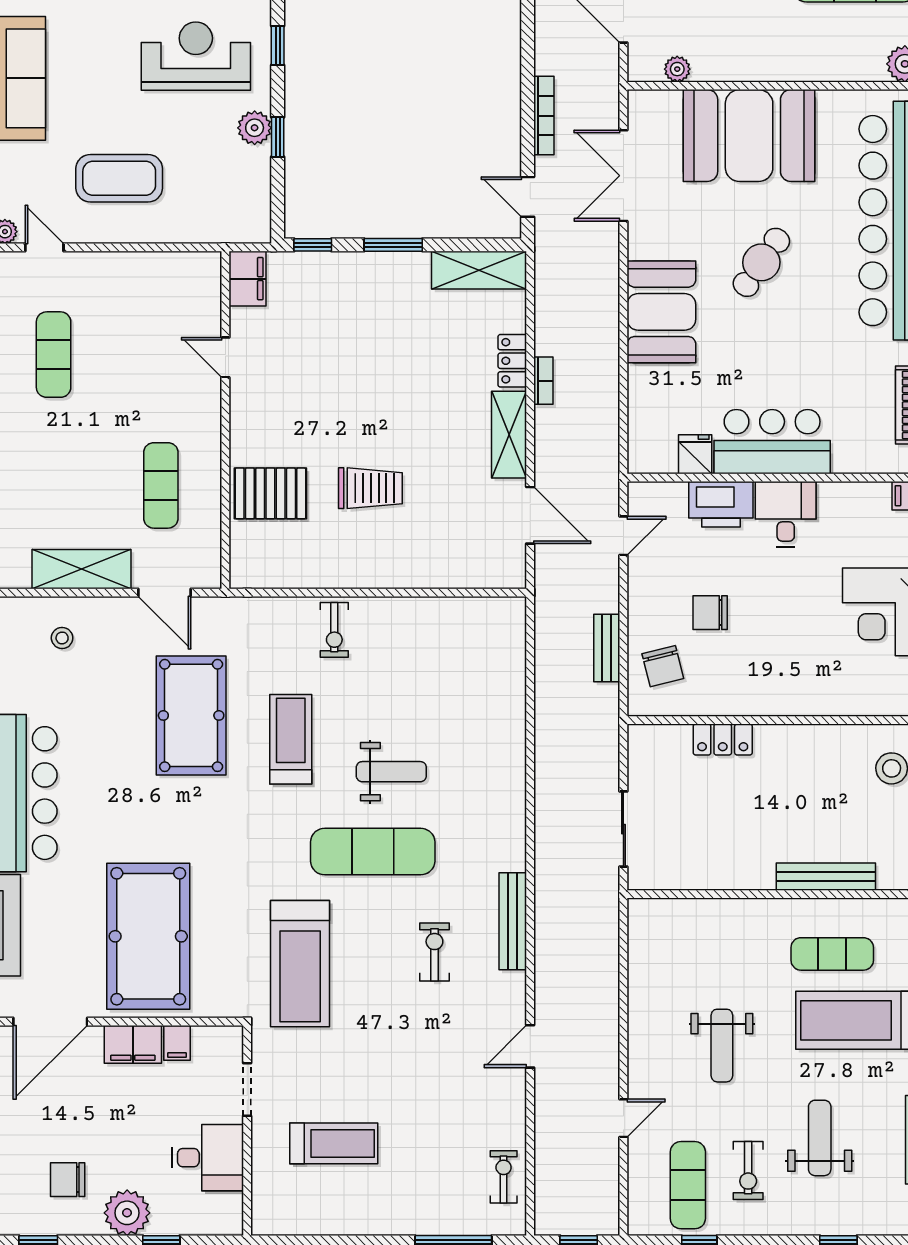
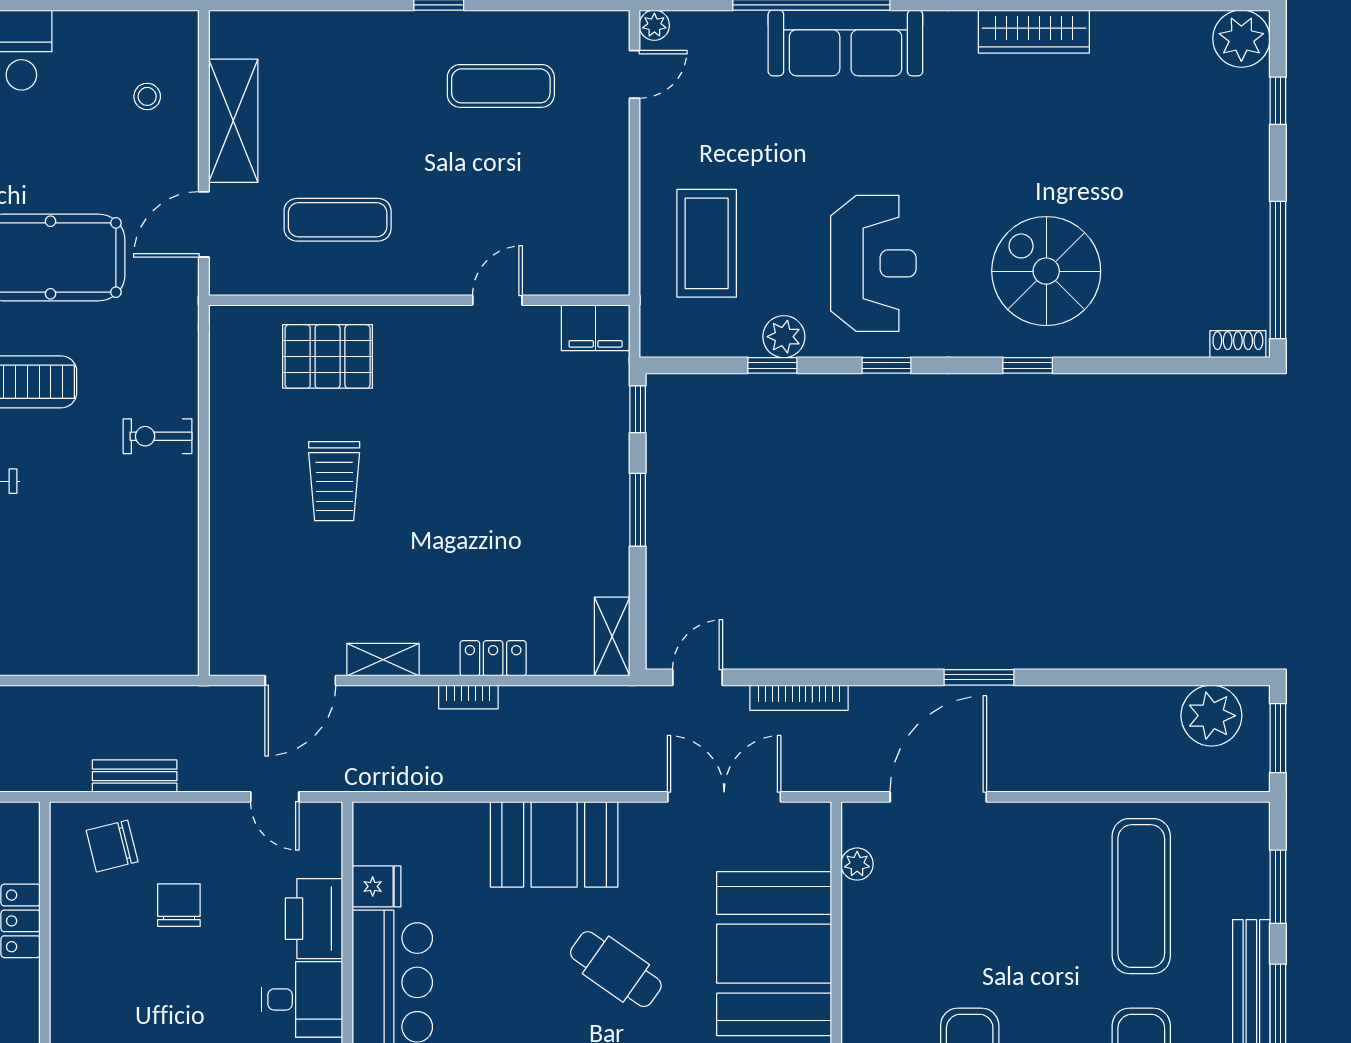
coffee table: (119, 178) -> (707, 243), moved
shelving: (479, 270) -> (612, 636), width x0.67, depth x0.75
shelving: (509, 435) -> (383, 660), width x0.67, depth x0.75
pallet: (270, 493) -> (328, 356), turned 90

